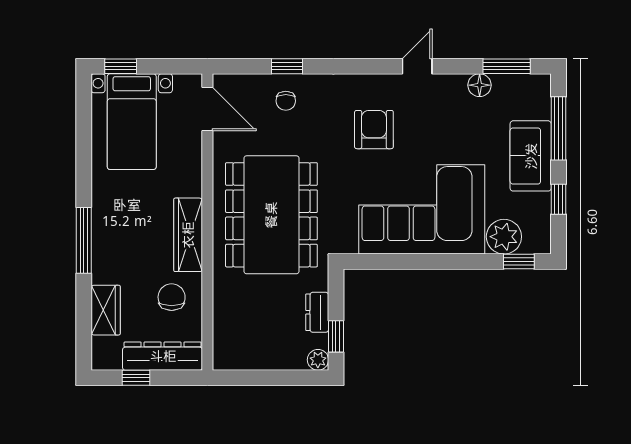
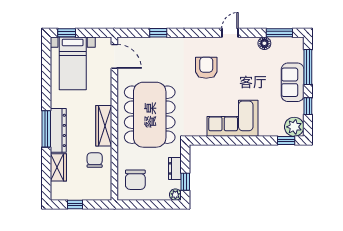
chair: (286, 101) -> (135, 180), moved, width x1.87, depth x1.87
corner sofa: (422, 209) -> (233, 118), width x0.73, depth x0.74
plant: (504, 237) -> (294, 127), moved
dresser: (163, 356) -> (58, 130), moved, turned 90

